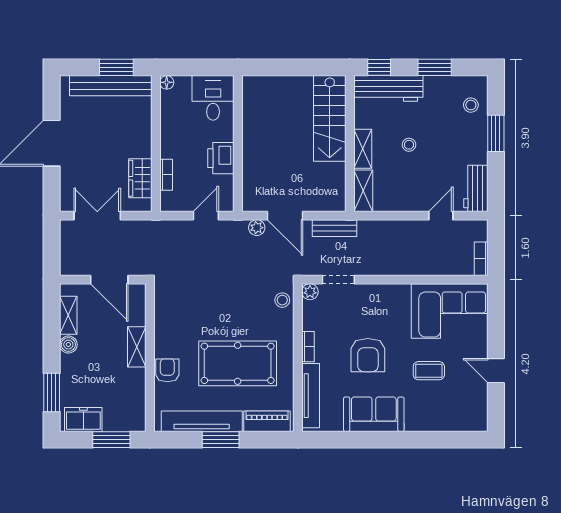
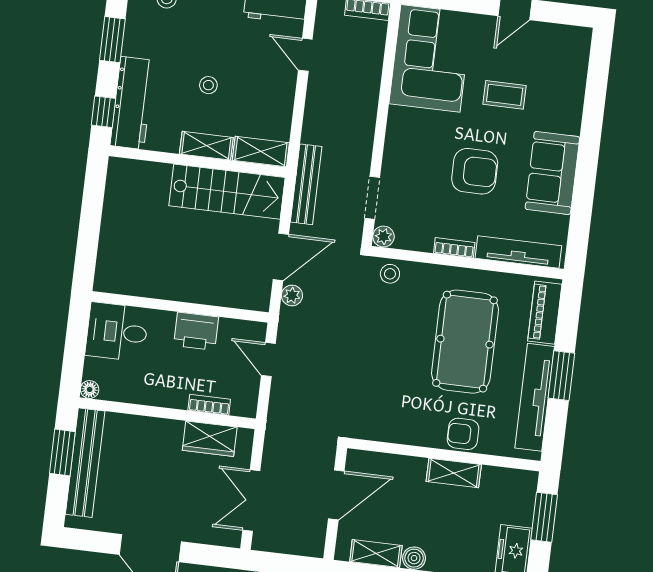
stairs: (330, 118) -> (227, 192), moved
bench: (334, 228) -> (306, 184), width x1.36
shelving: (137, 347) -> (454, 473), moved
coffee table: (429, 371) -> (505, 95), turned 90

